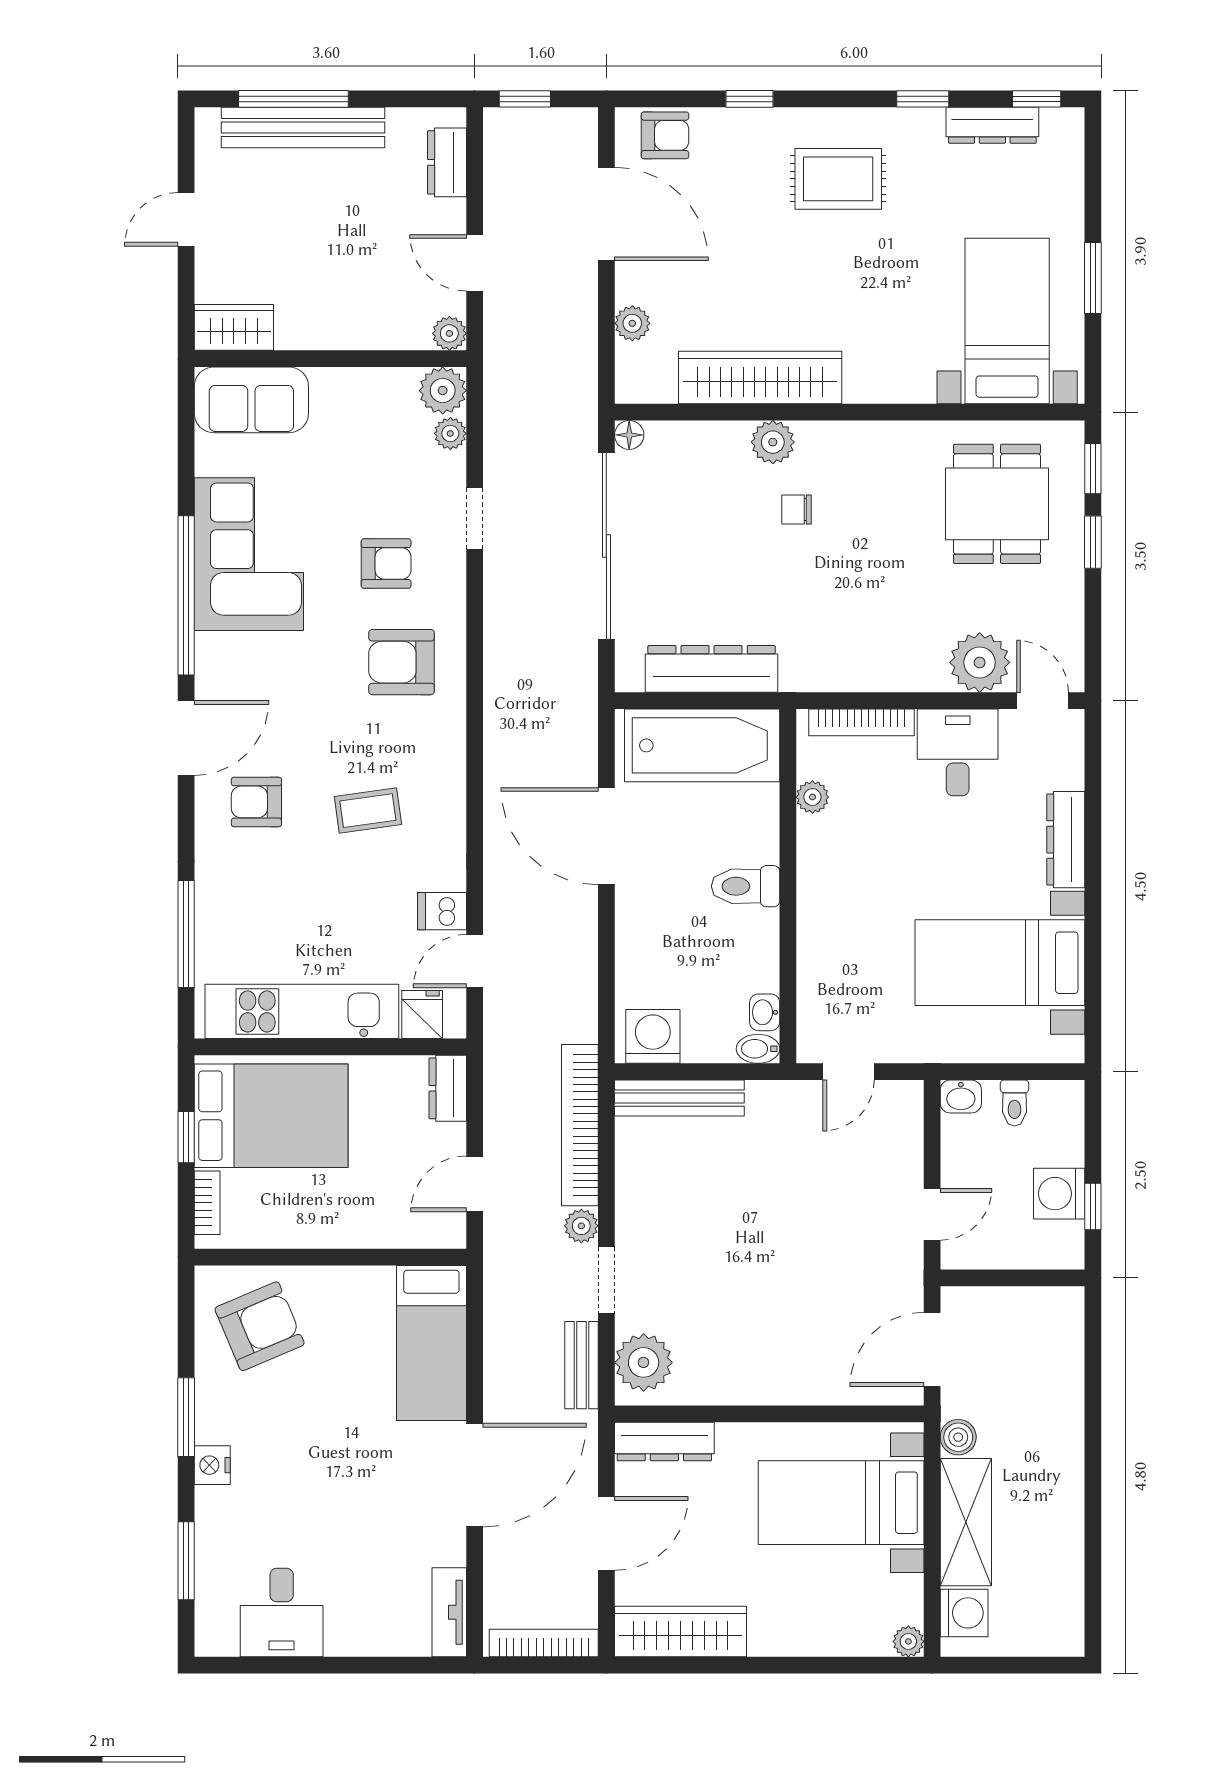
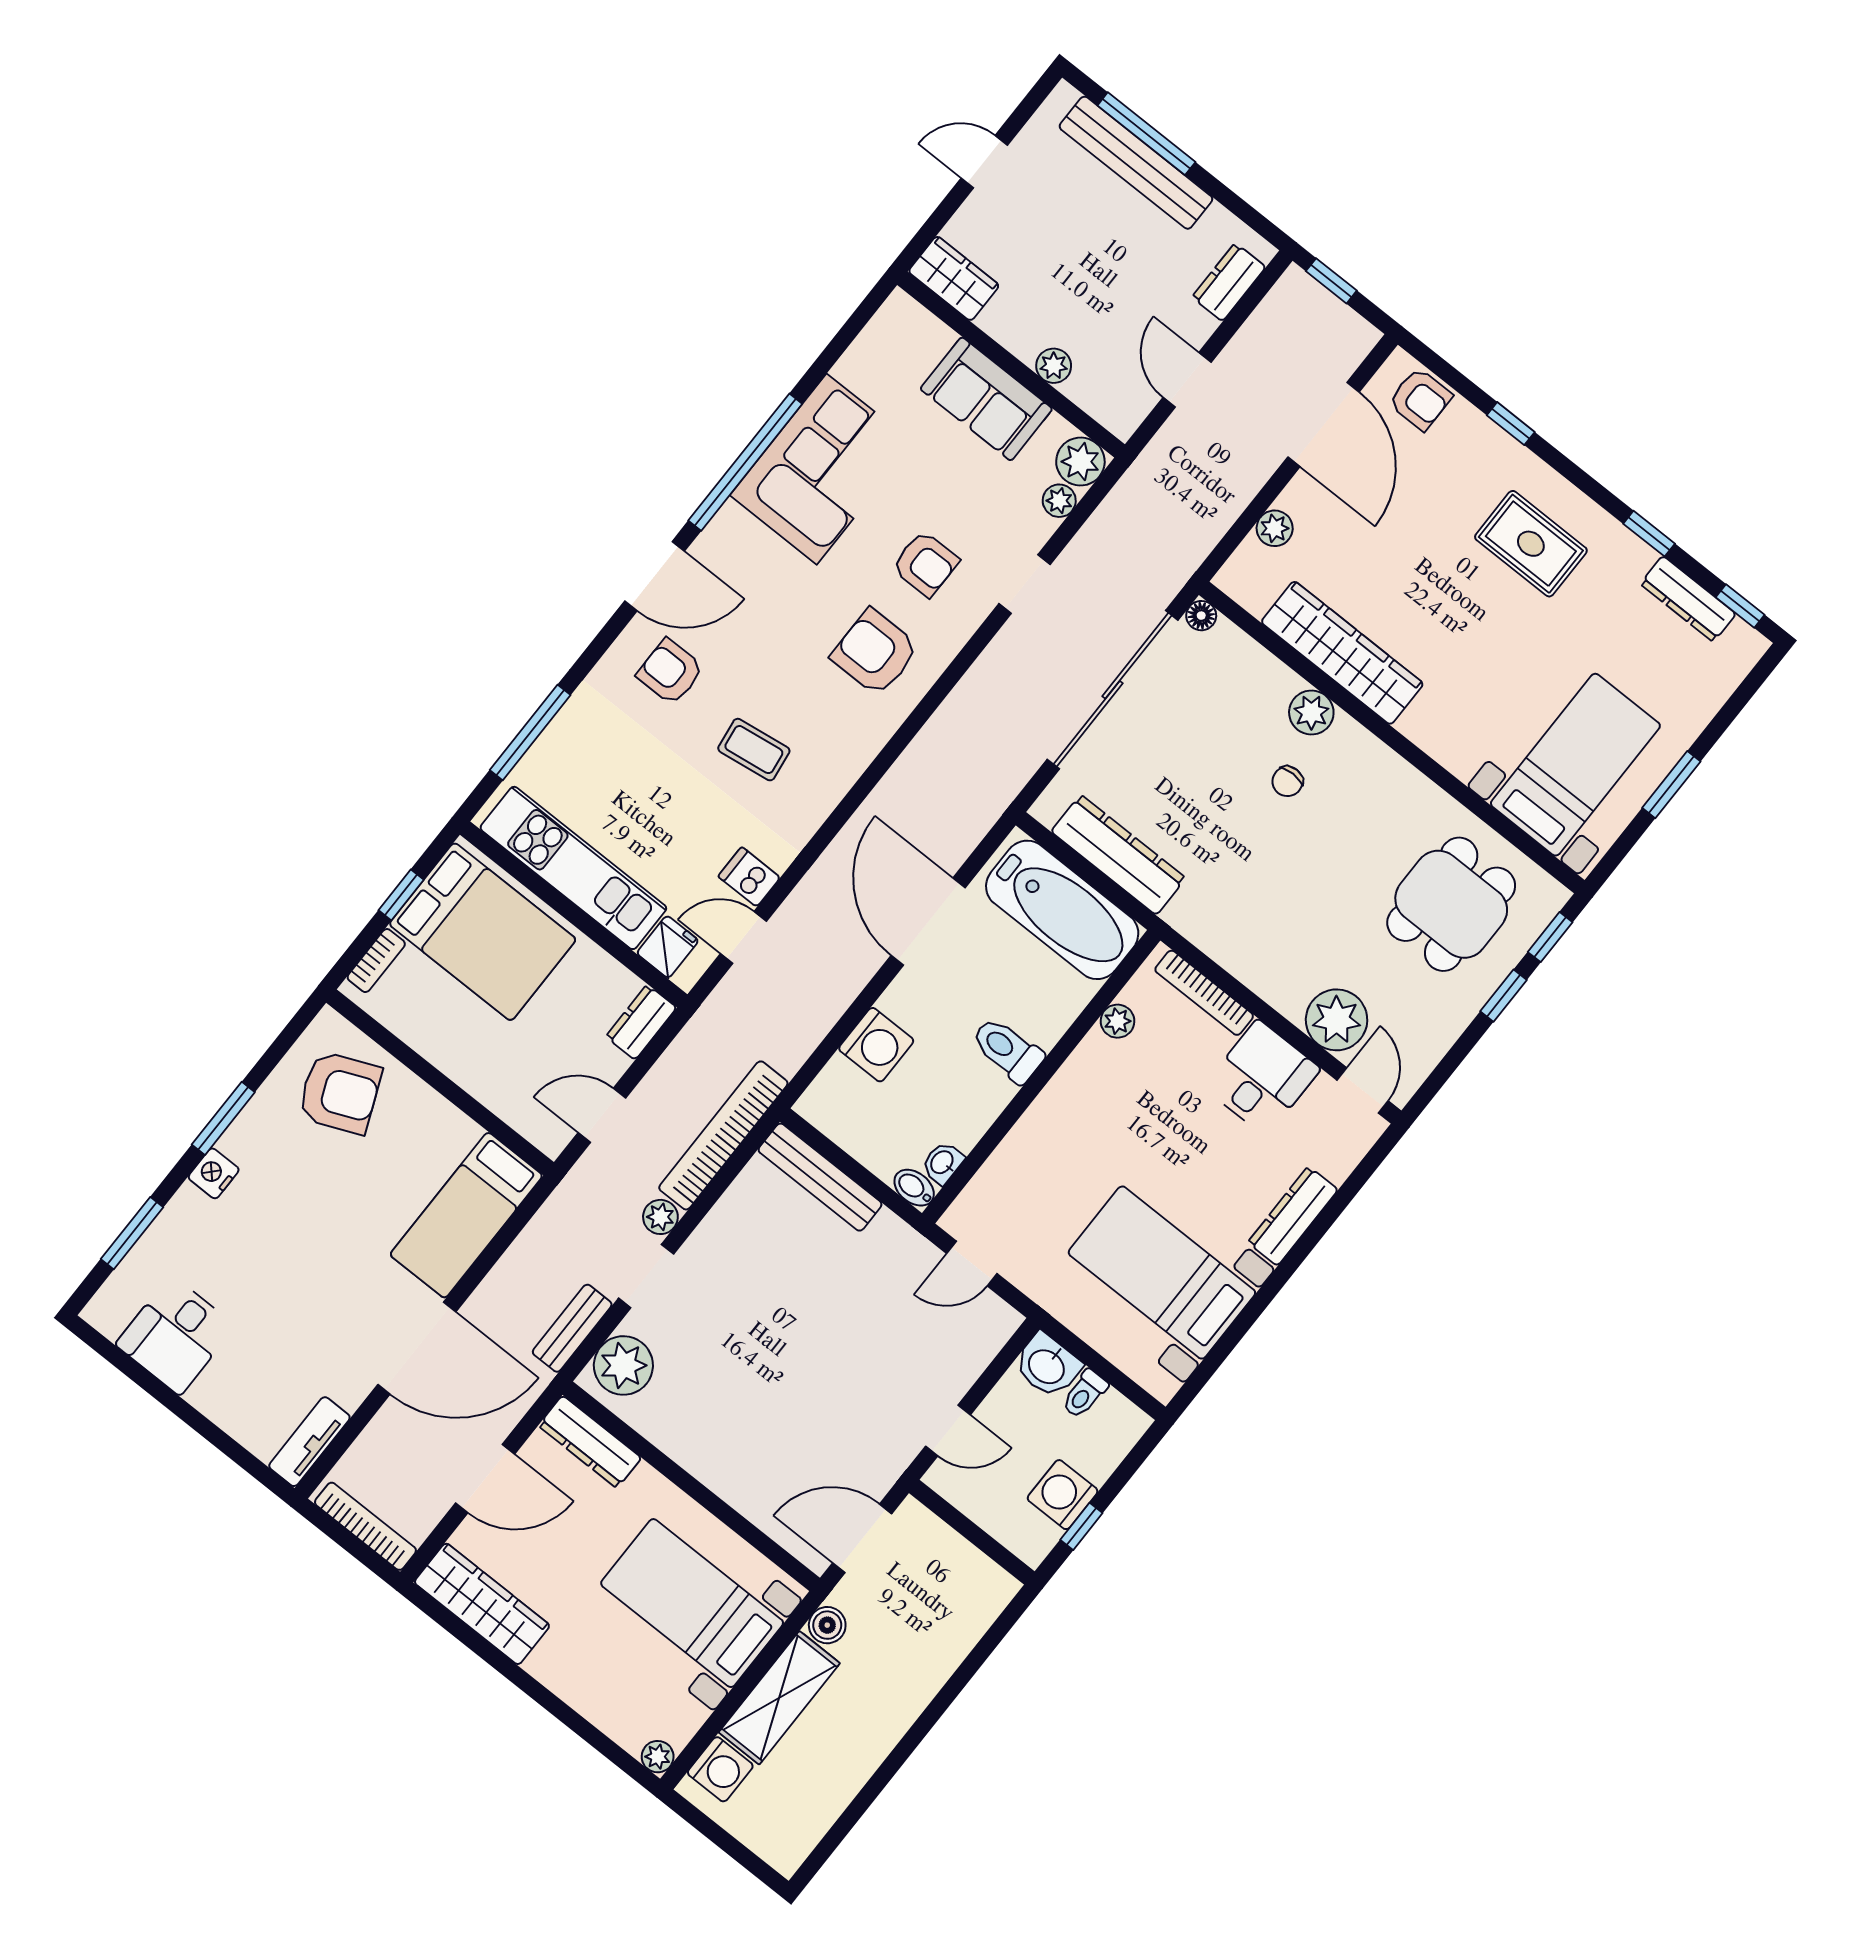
plant: (449, 333) -> (1054, 366), moved
sofa: (251, 400) -> (986, 399), moved
chair: (796, 509) -> (1287, 781), turned -90
washing machine: (653, 1036) -> (876, 1045), moved, turned 90
washbasin: (961, 1097) -> (1047, 1366), width x1.38, depth x1.45

